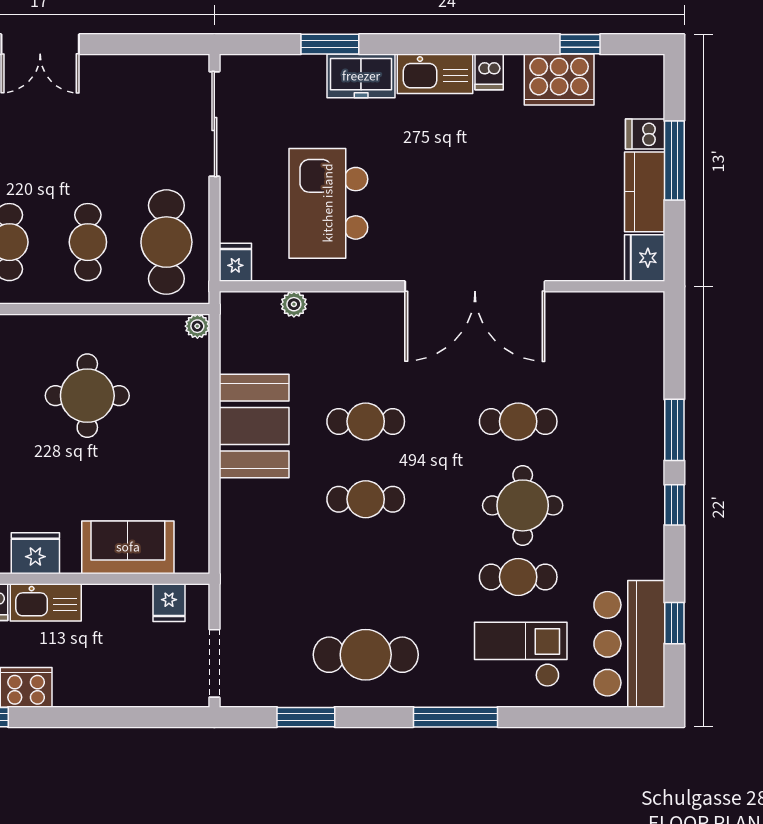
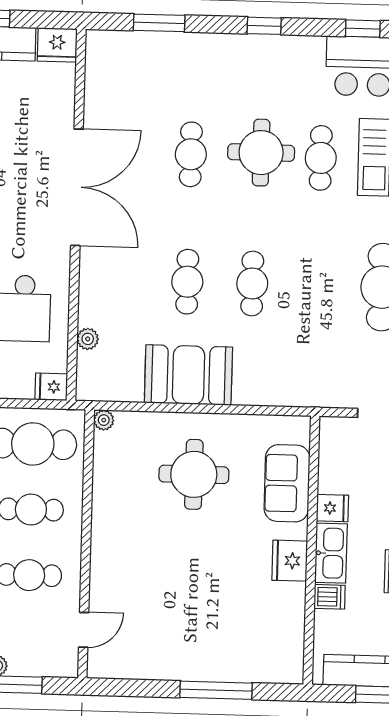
round table: (87, 396) -> (194, 474), moved
window: (674, 430) -> (159, 23), moved
fridge: (169, 603) -> (332, 508), moved

